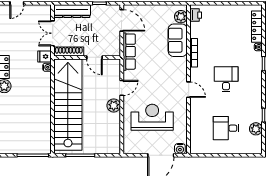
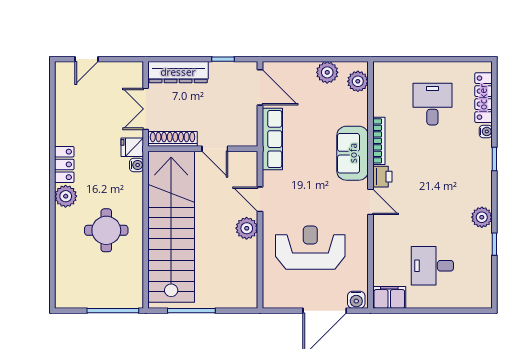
plant: (162, 11) -> (327, 72), added
printer: (196, 15) -> (382, 177), moved
sofa: (178, 40) -> (353, 153), moved
desk: (226, 79) -> (432, 104), moved
door: (122, 88) -> (260, 199), swing flipped
round table: (29, 107) -> (106, 230), added
plant: (256, 129) -> (482, 217), moved
filing cabinet: (200, 147) -> (389, 297), added

